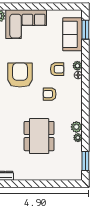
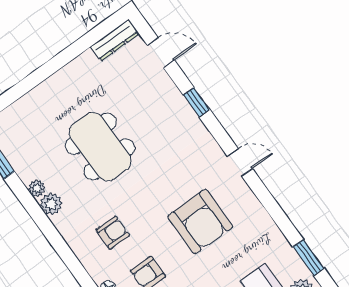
armchair: (50, 94) -> (113, 233), moved

